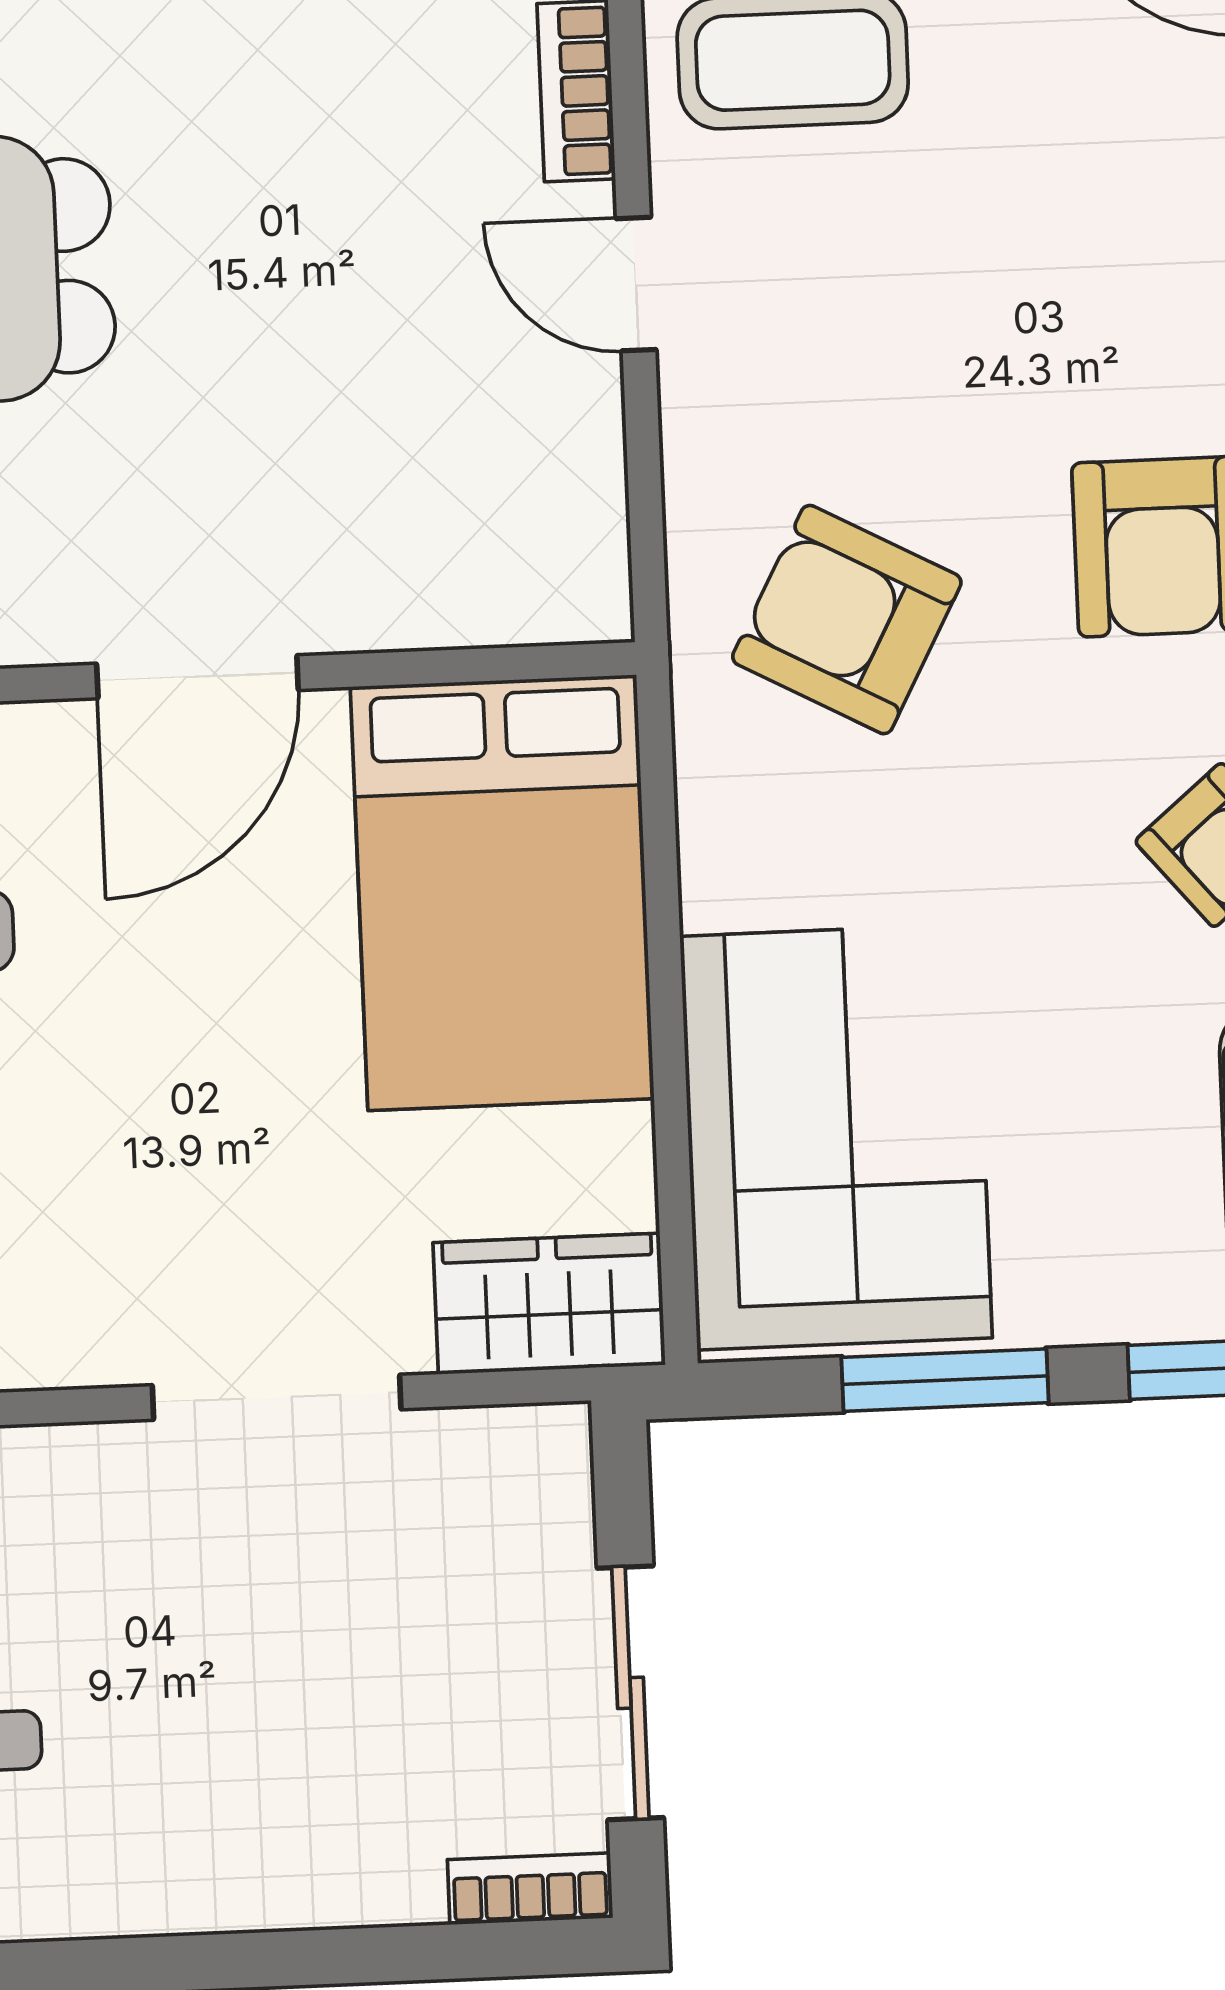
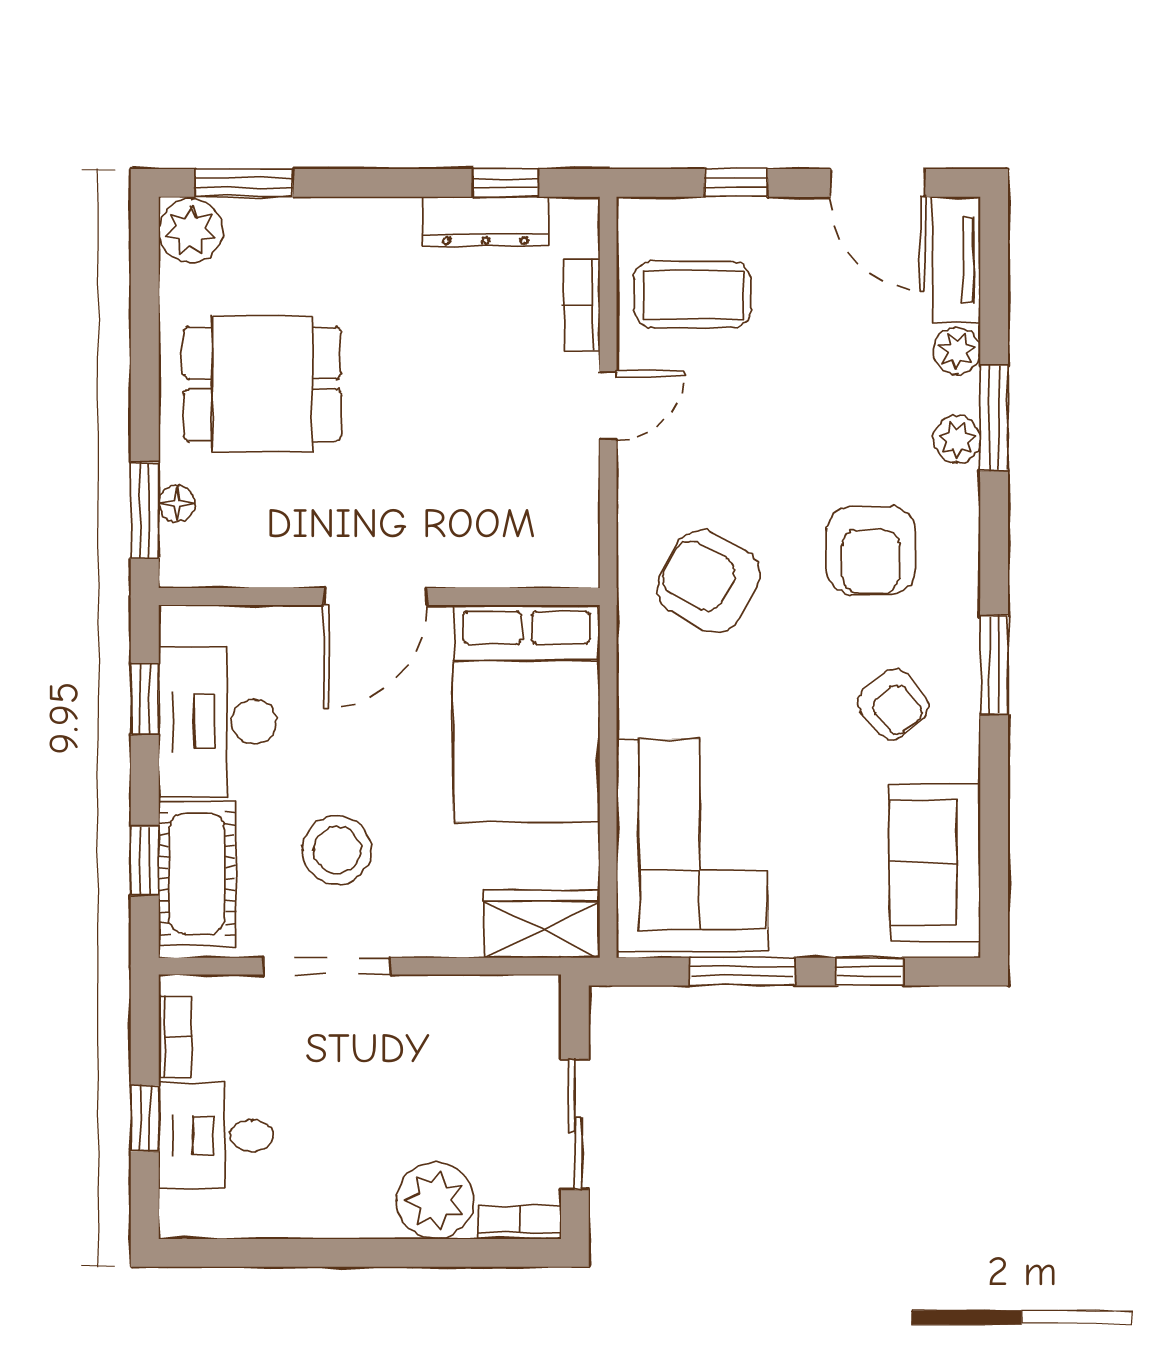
door: (636, 284) -> (608, 405), swing flipped
stool: (143, 1176) -> (337, 850), added
doorway: (277, 1397) -> (327, 966), moved
plant: (363, 1853) -> (435, 1201), added

